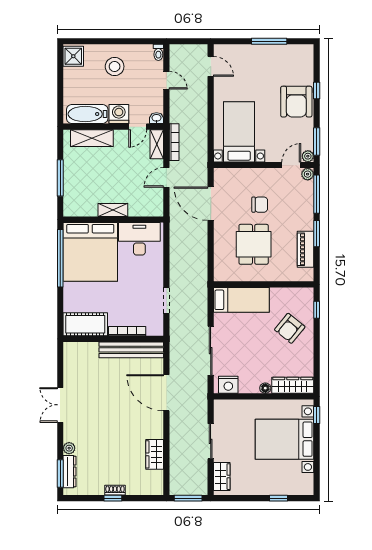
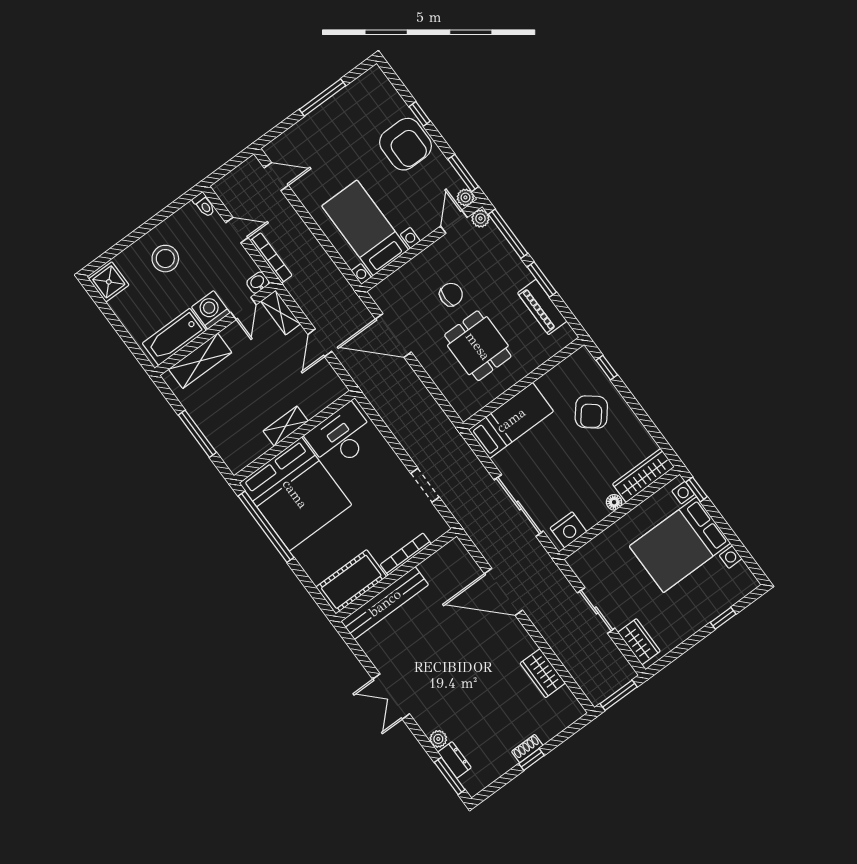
bookcase: (174, 142) -> (271, 258), moved
bench: (131, 350) -> (385, 603), moved
dresser: (70, 472) -> (455, 760), width x0.70

